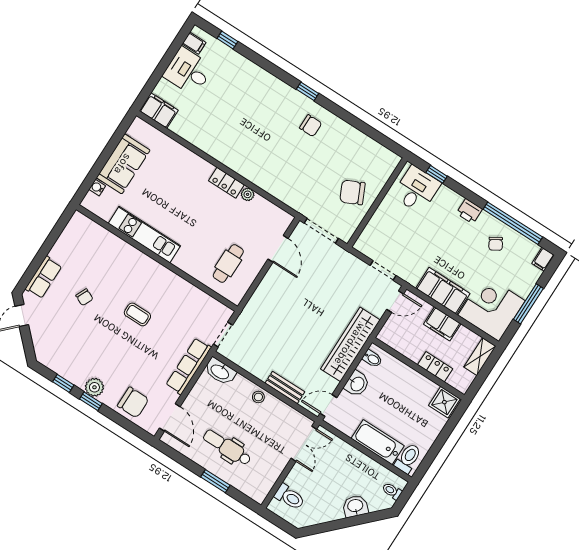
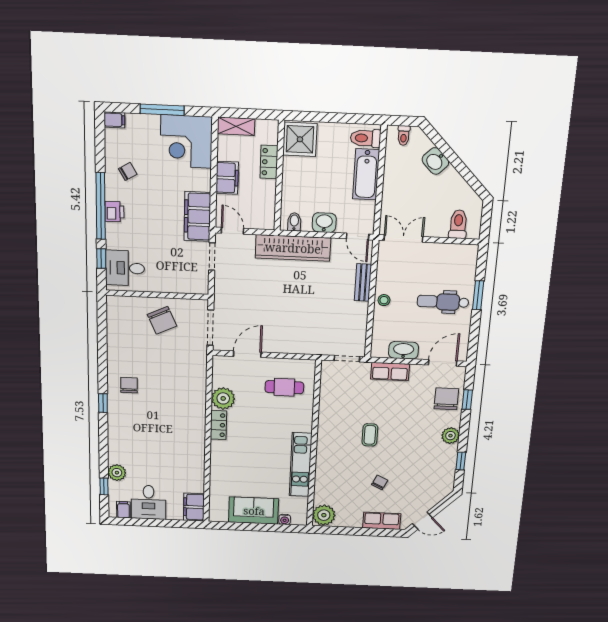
plant: (234, 61) -> (117, 473), added
plant: (248, 194) -> (223, 398), width x1.88, depth x1.88
window: (513, 223) -> (101, 206), moved
plant: (81, 227) -> (324, 515), added
filing cabinet: (443, 291) -> (197, 216), moved
row of seats: (189, 366) -> (390, 372), width x0.68
washbasin: (220, 371) -> (404, 350), moved, turned -90
window: (91, 401) -> (467, 400), moved
shower: (444, 402) -> (300, 139), width x1.36, depth x1.36
dental chair: (227, 447) -> (443, 302), turned 90

